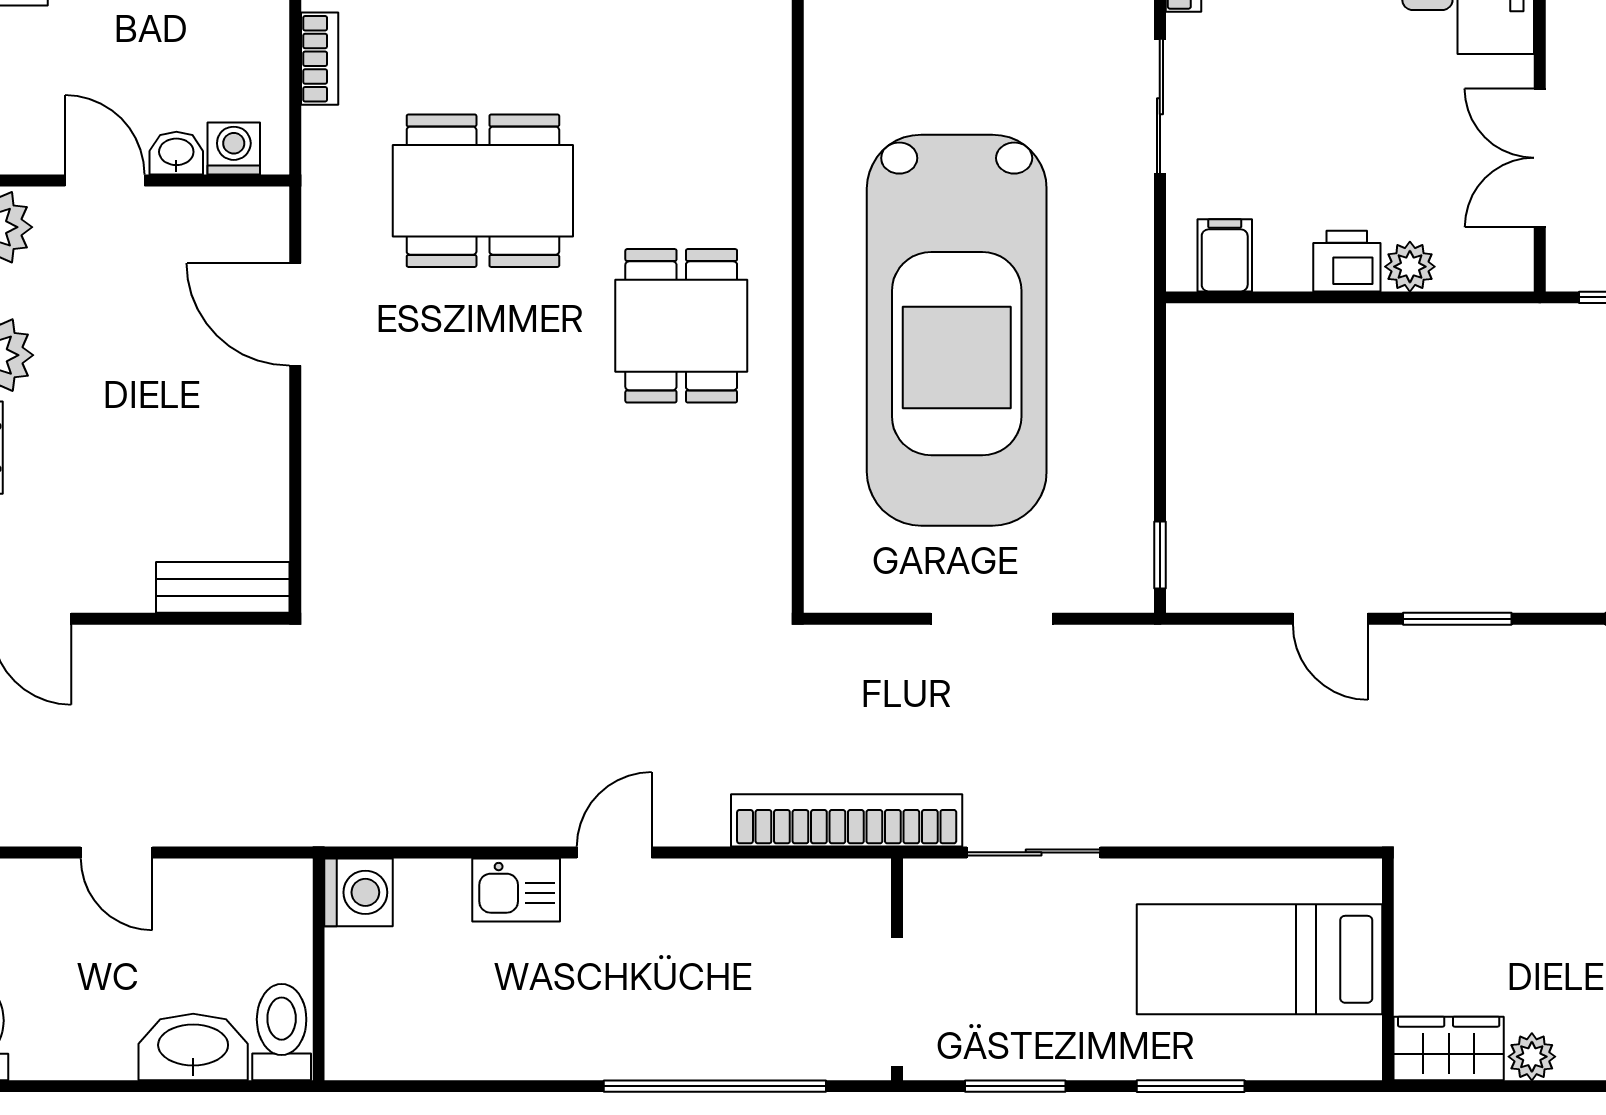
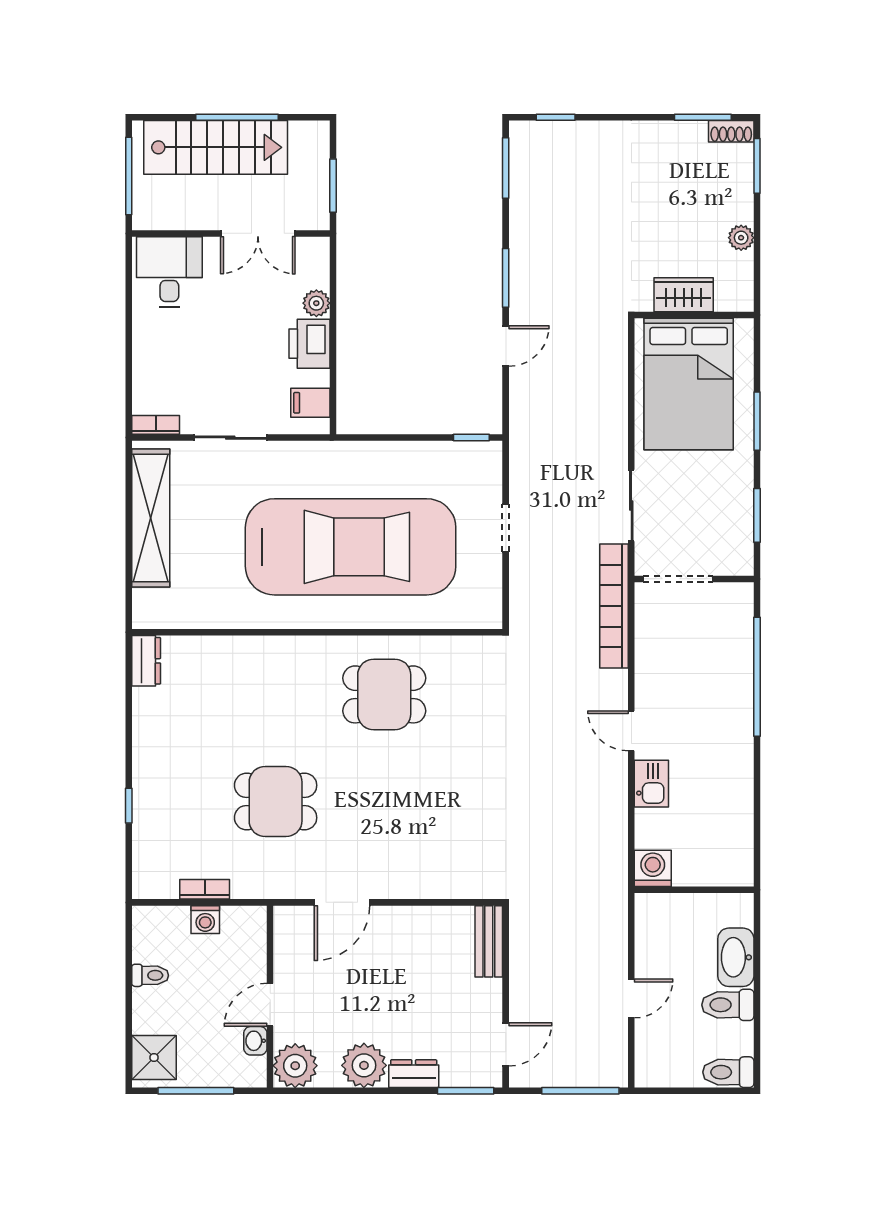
washing machine: (234, 149) -> (205, 920), moved, turned -90
washbasin: (176, 153) -> (255, 1041), moved
dining table: (483, 191) -> (276, 802), width x0.73
printer: (1347, 261) -> (309, 344), width x1.36, depth x1.24
dining table: (681, 326) -> (384, 694), moved
doorway: (992, 619) -> (506, 528), width x0.73
bed: (1259, 959) -> (689, 384), width x1.50
doorway: (897, 1002) -> (678, 579), moved
toilet: (282, 1032) -> (728, 1005), moved
wardrobe: (1449, 1048) -> (684, 295), moved, turned 90

